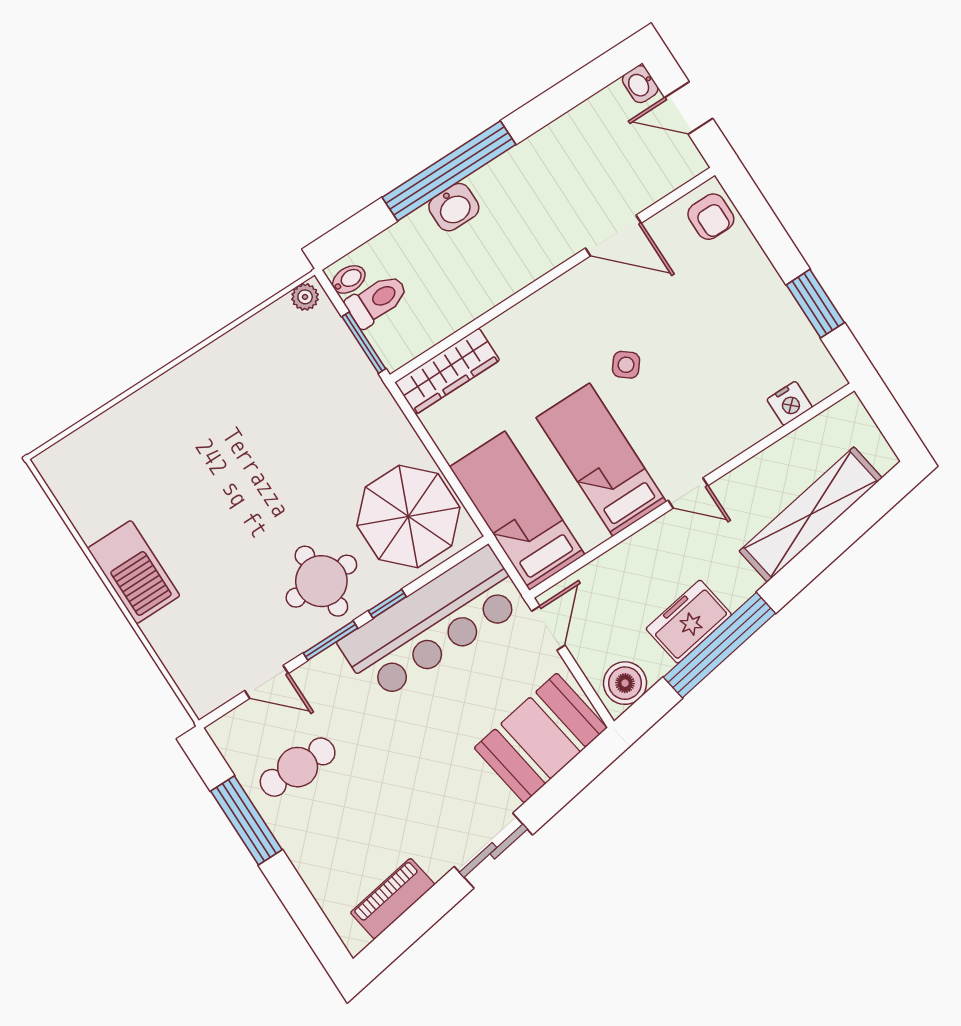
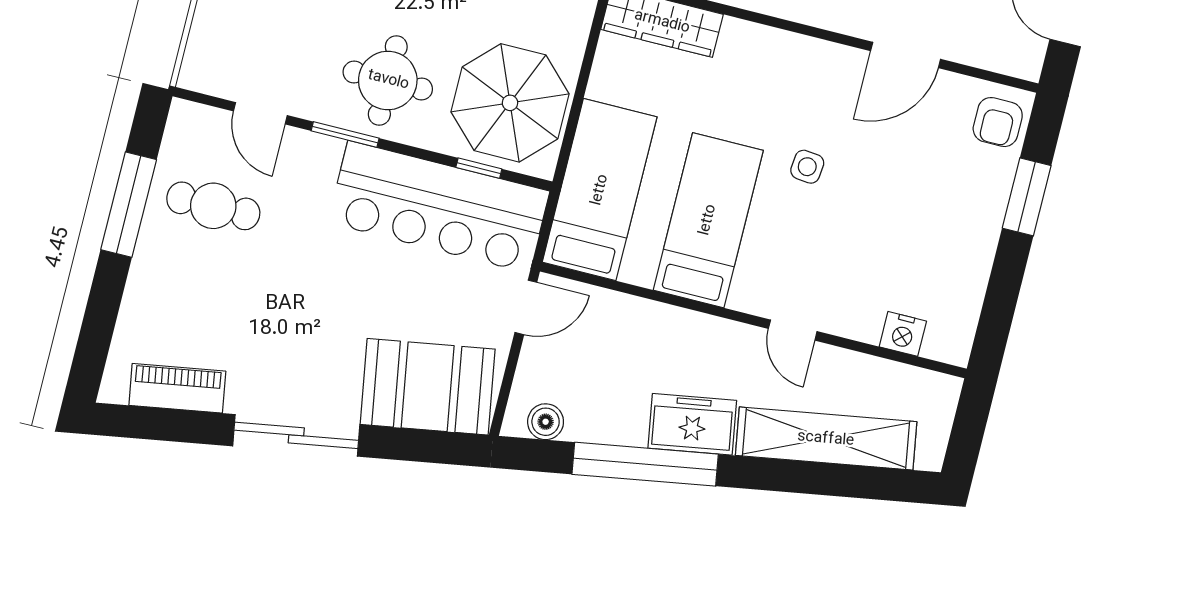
door: (613, 236) -> (906, 55), hinge flipped
window: (815, 304) -> (1027, 197), moved
side table: (626, 365) -> (807, 167), turned -33
door: (688, 493) -> (793, 330), moved
window: (387, 604) -> (479, 168), moved
freezer: (689, 622) -> (692, 424), moved
boiler: (625, 683) -> (546, 422), width x0.73, depth x0.73
sliding door: (493, 851) -> (296, 435), width x1.37

